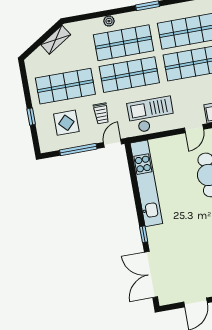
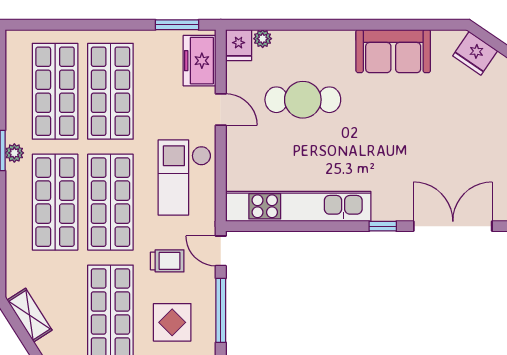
plant: (109, 21) -> (14, 153), moved
double door: (151, 275) -> (453, 226), swing flipped

